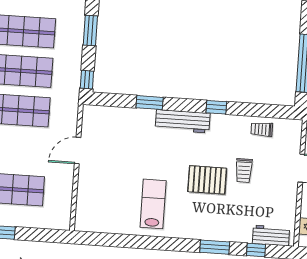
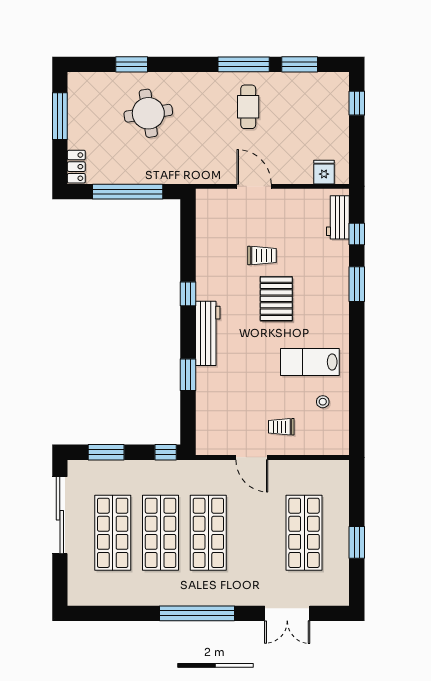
trolley: (262, 129) -> (281, 427), moved, turned 90
stool: (120, 212) -> (323, 402), added

